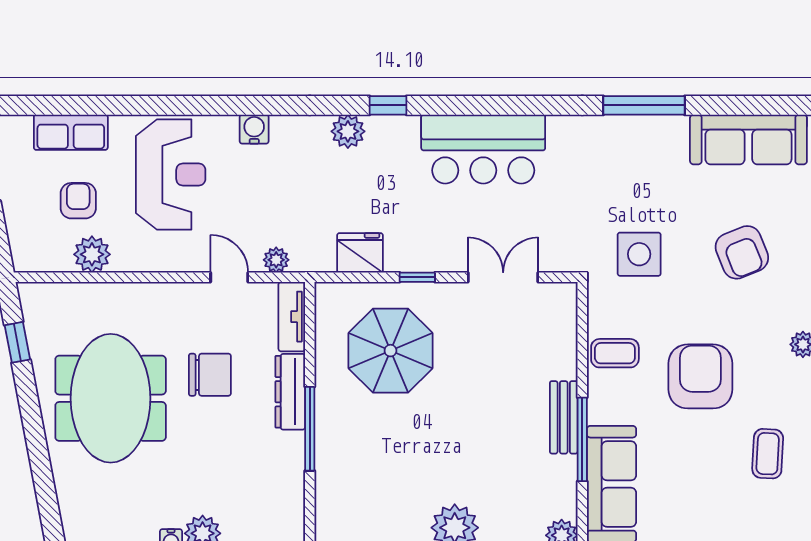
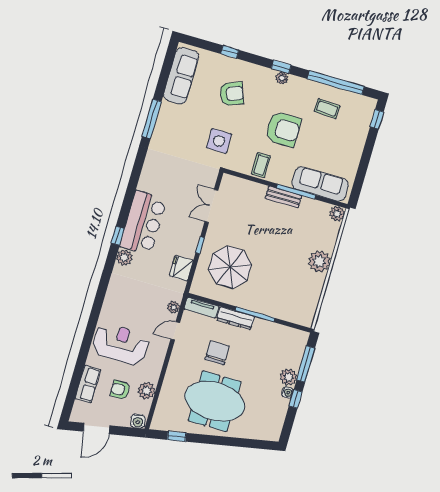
water cooler: (254, 129) -> (138, 421), moved, turned -101
bar counter: (483, 149) -> (143, 223), moved
armchair: (700, 376) -> (283, 129), turned 180

